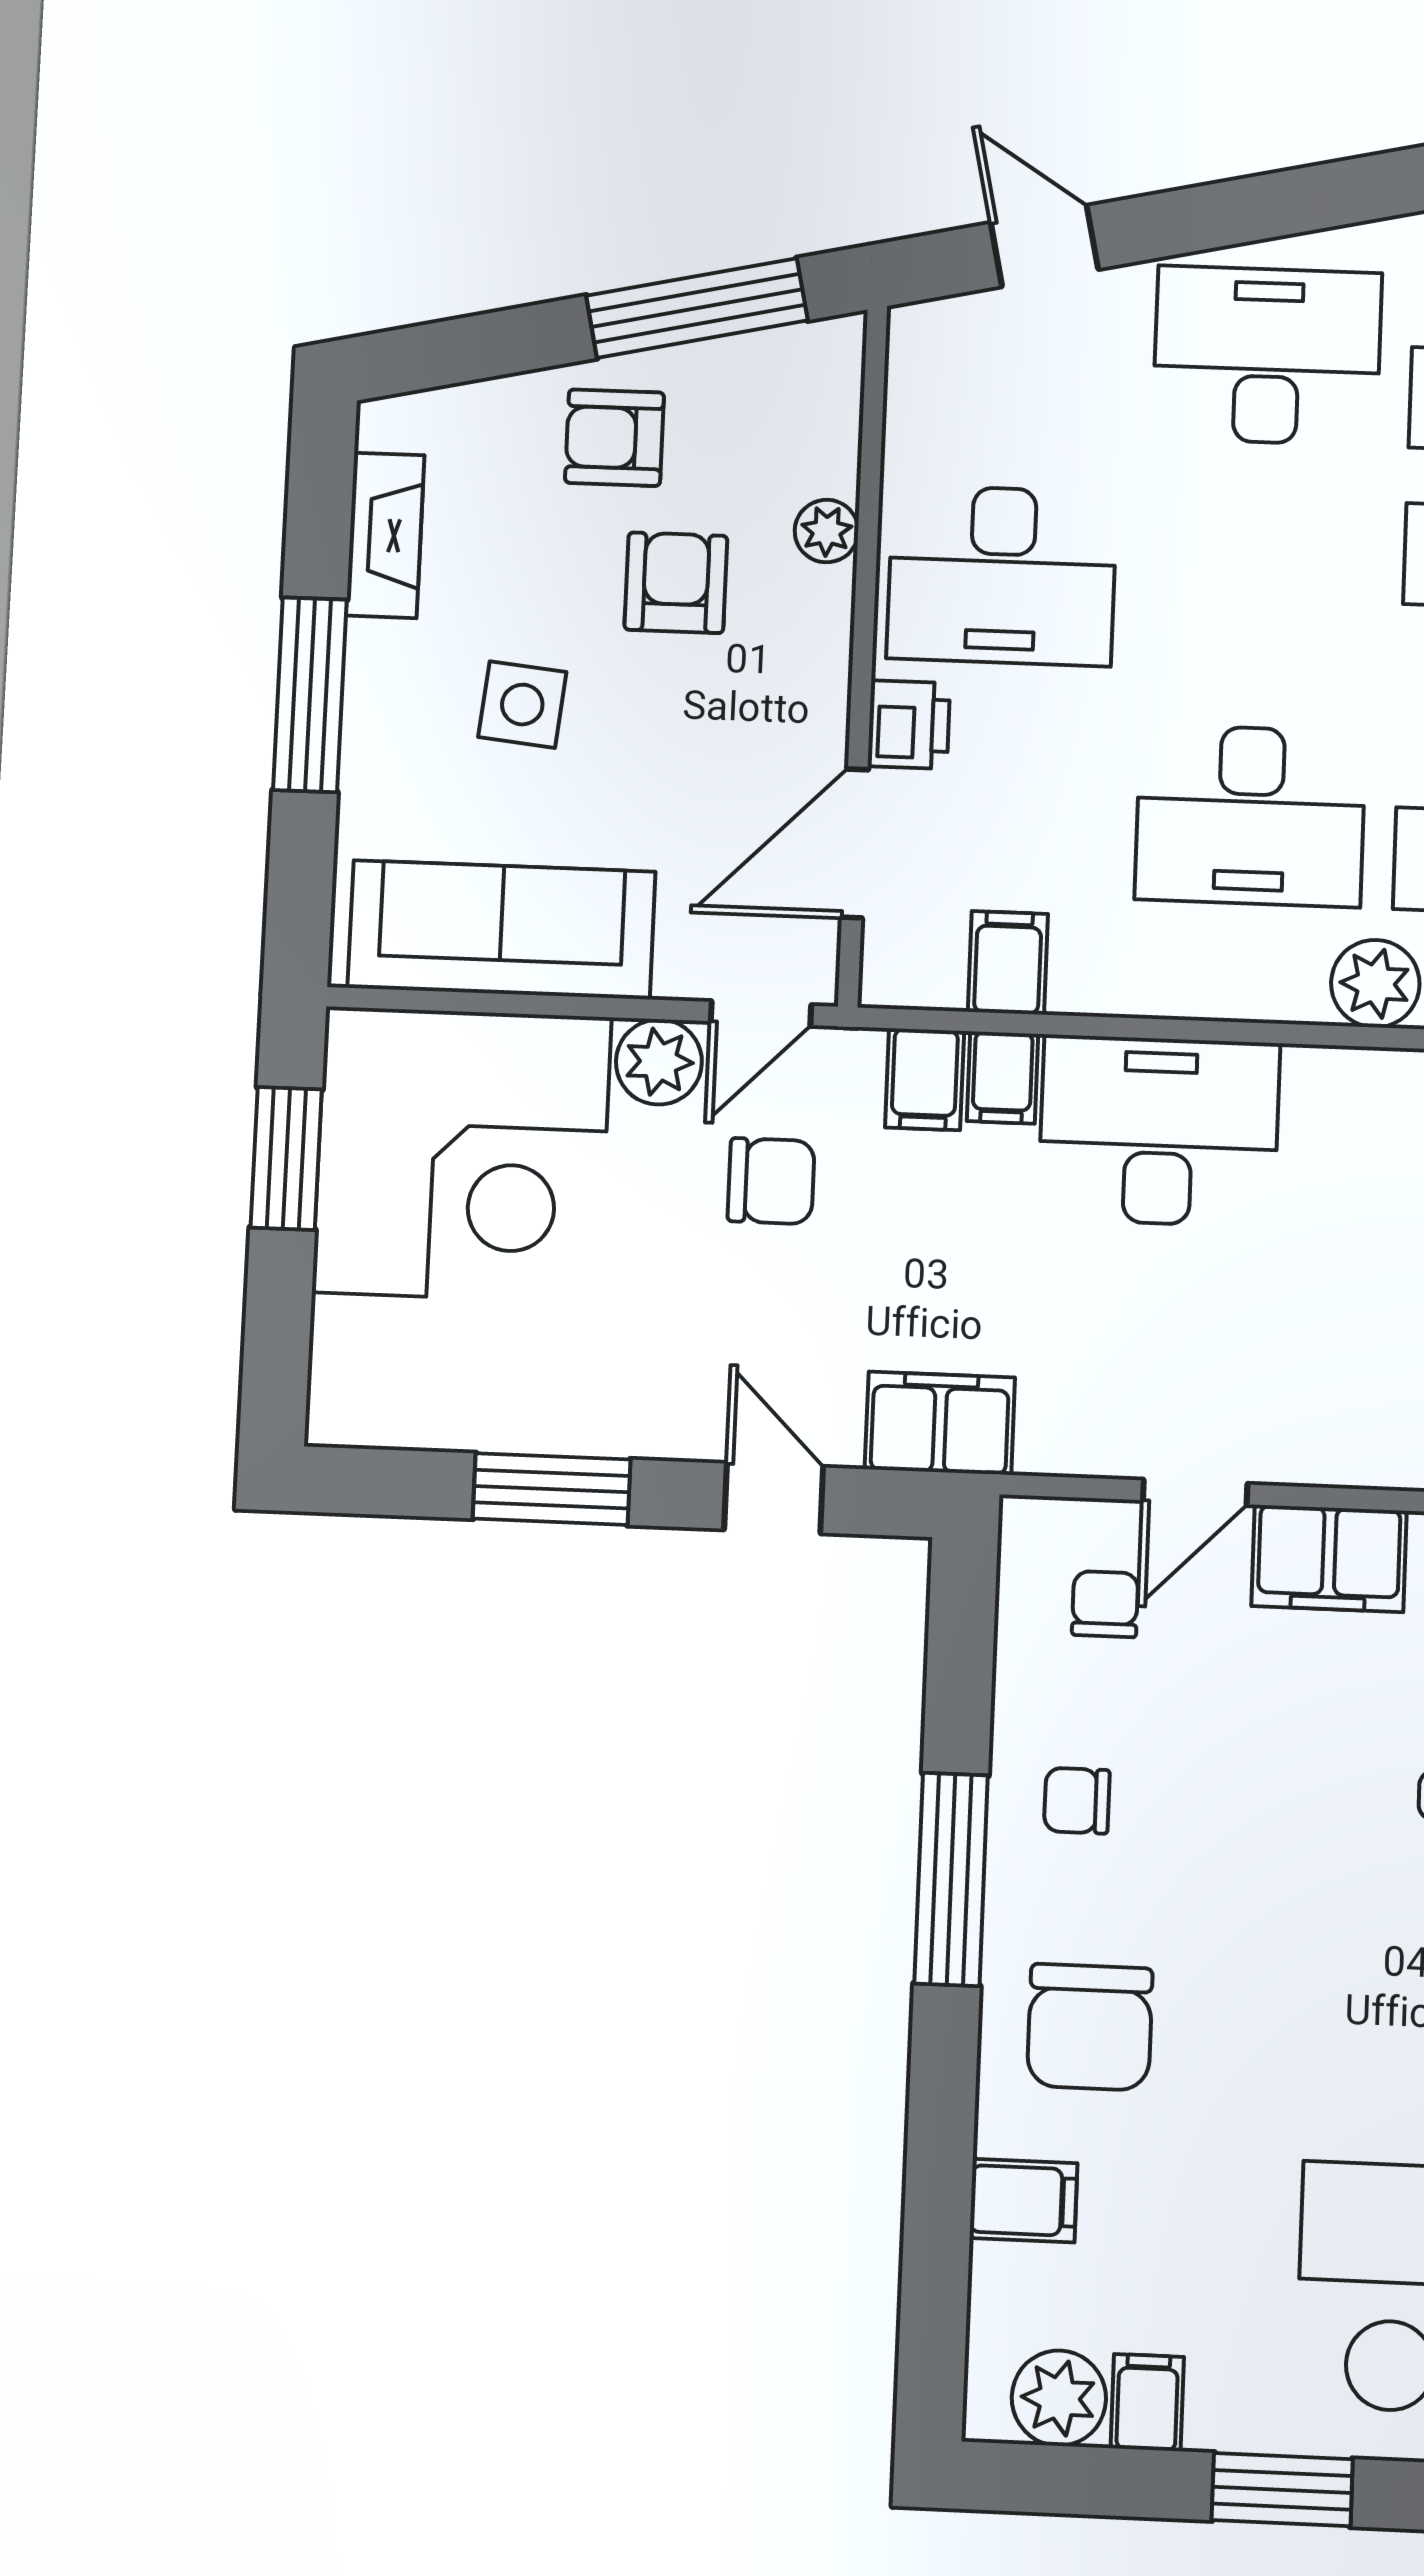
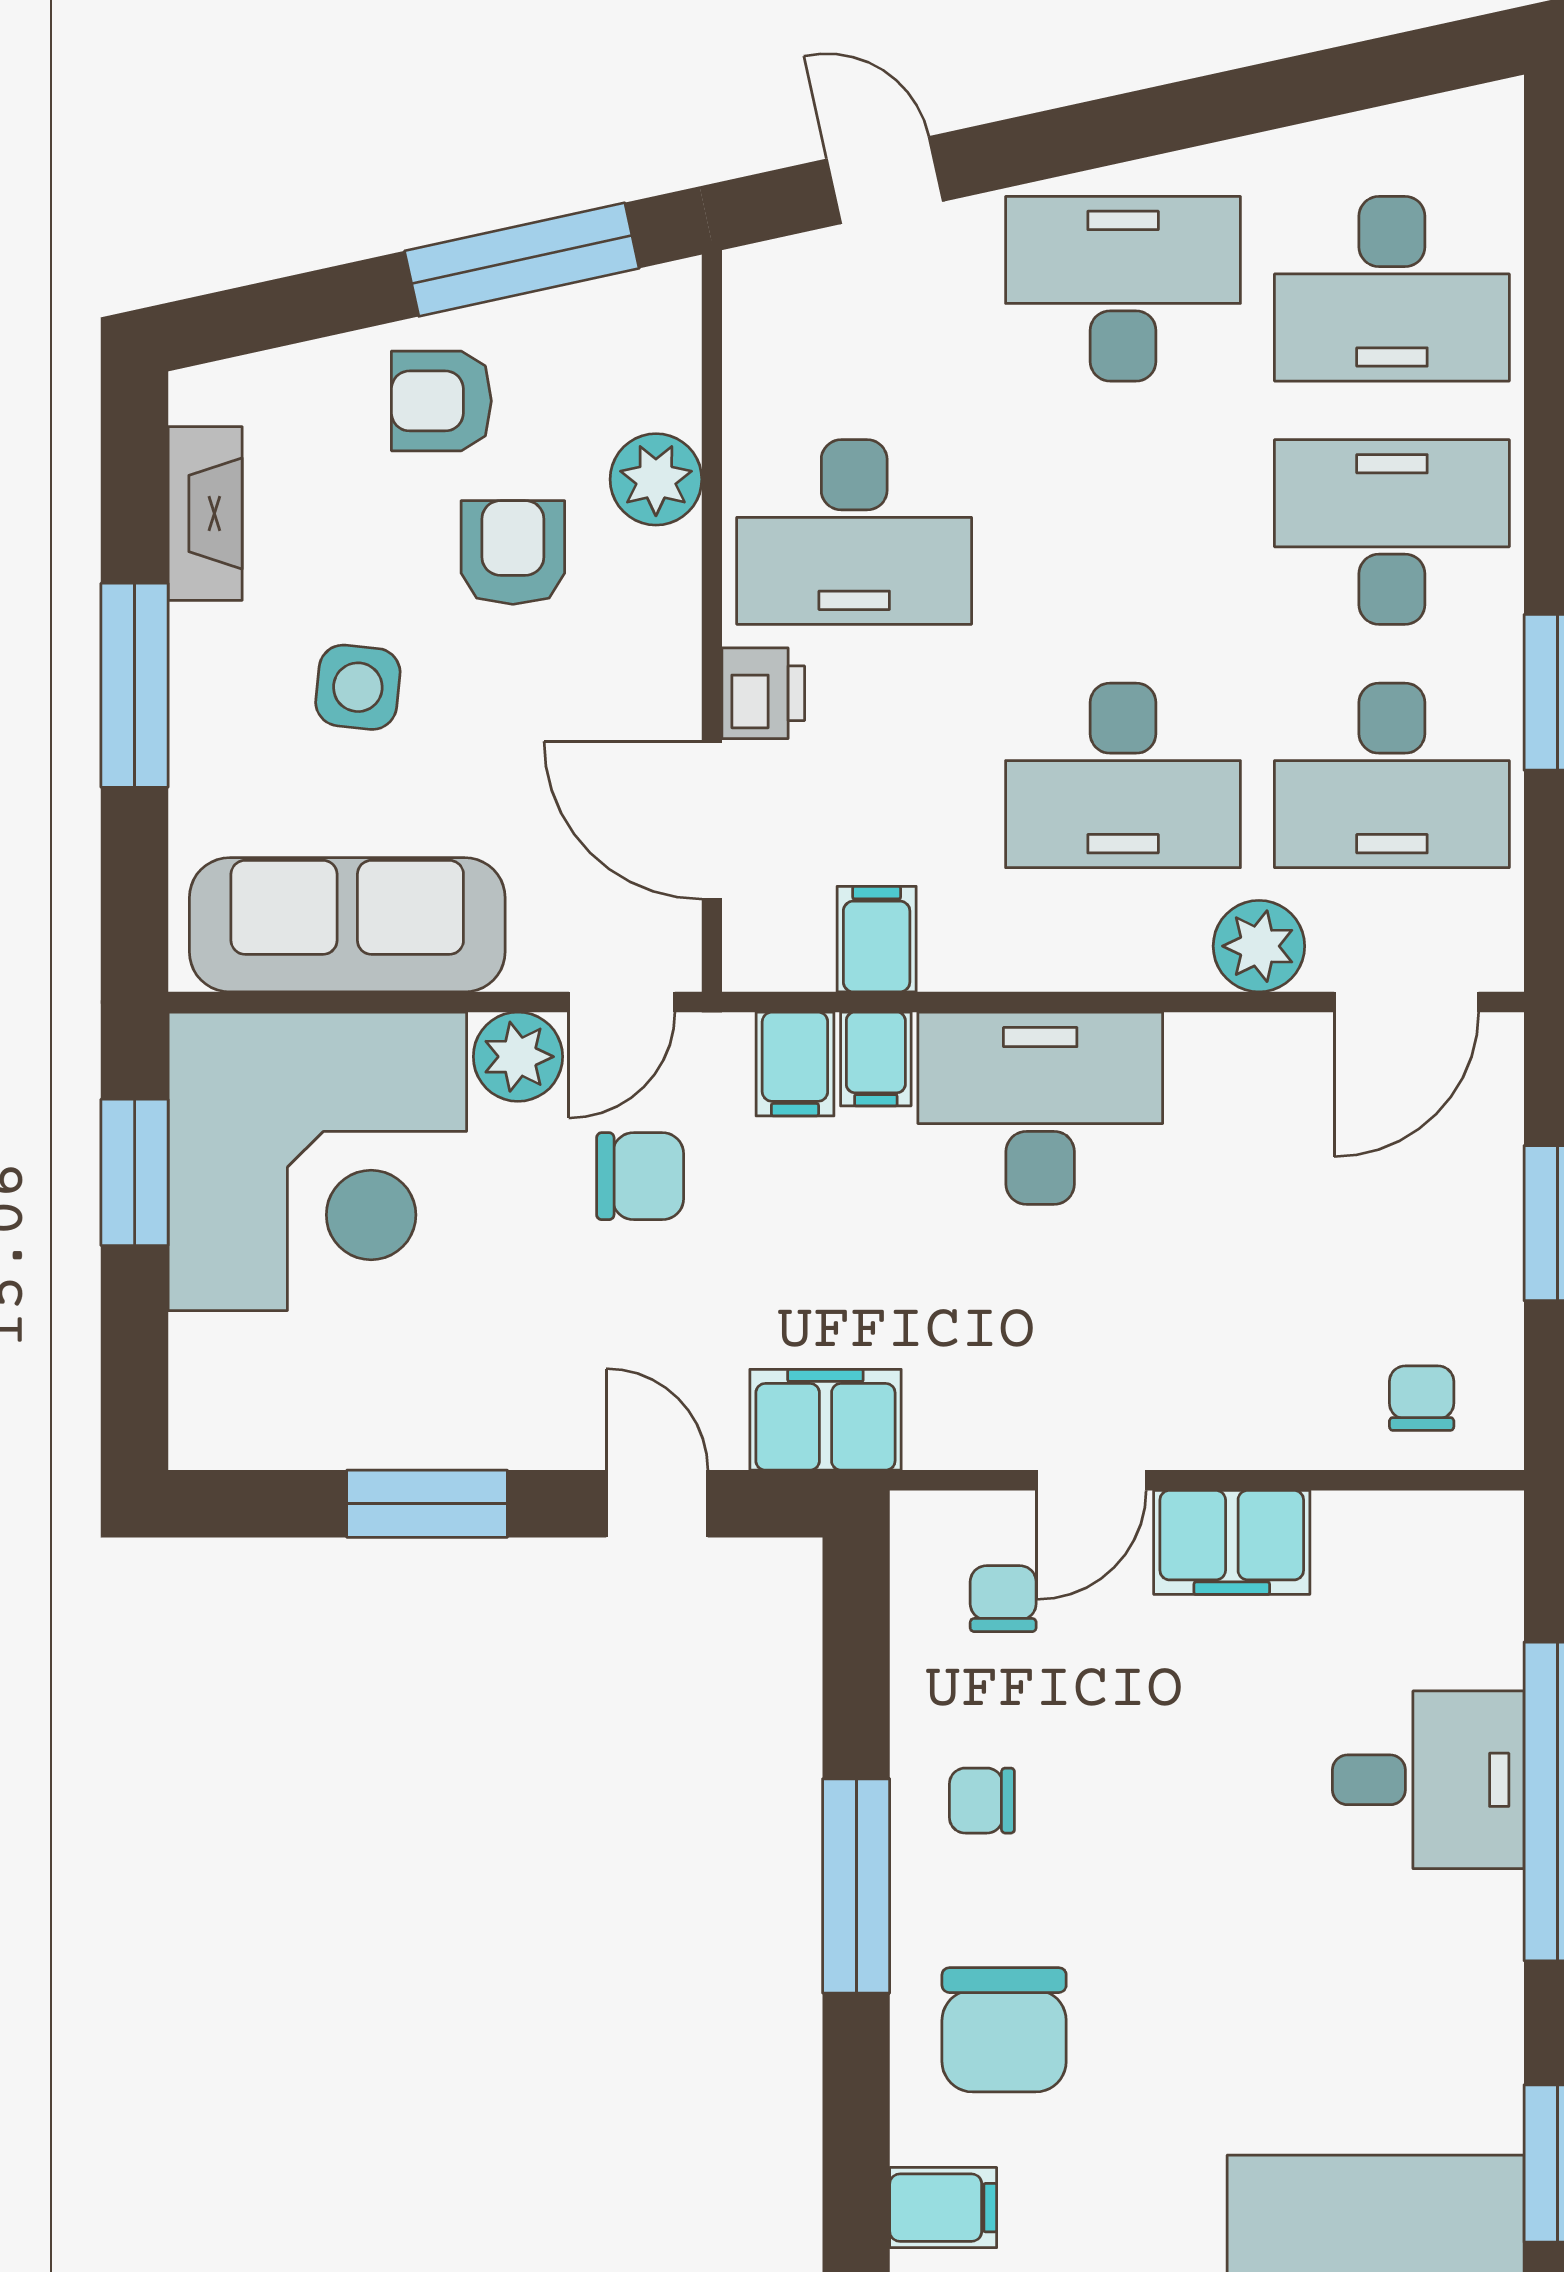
plant: (827, 531) -> (656, 479), width x1.38, depth x1.38
door: (855, 843) -> (712, 820), hinge flipped

